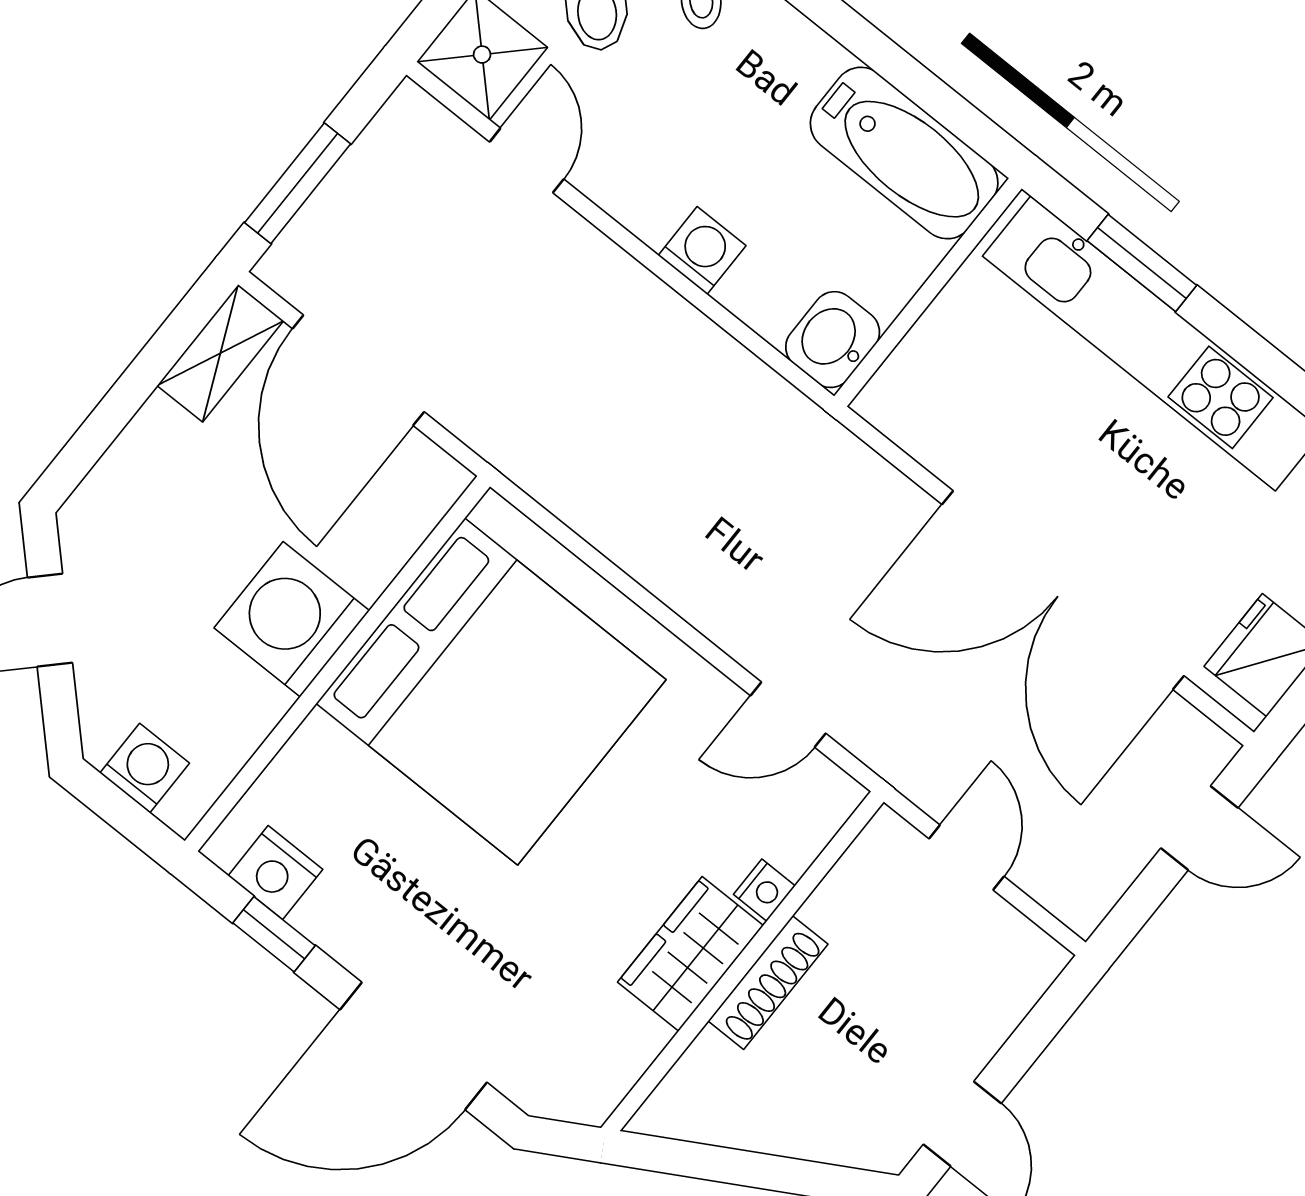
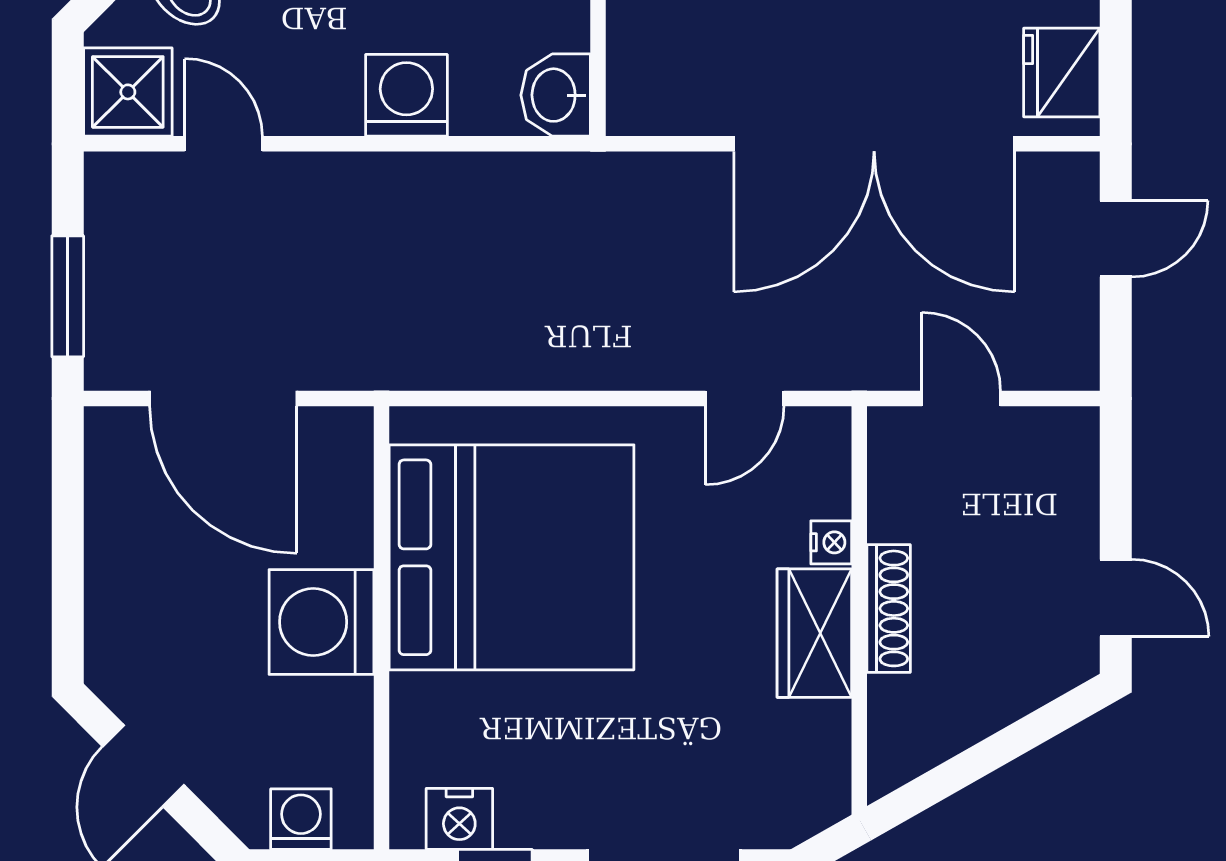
washing machine: (702, 250) -> (406, 95), width x1.38, depth x1.38
shelving: (220, 353) -> (111, 468), removed

